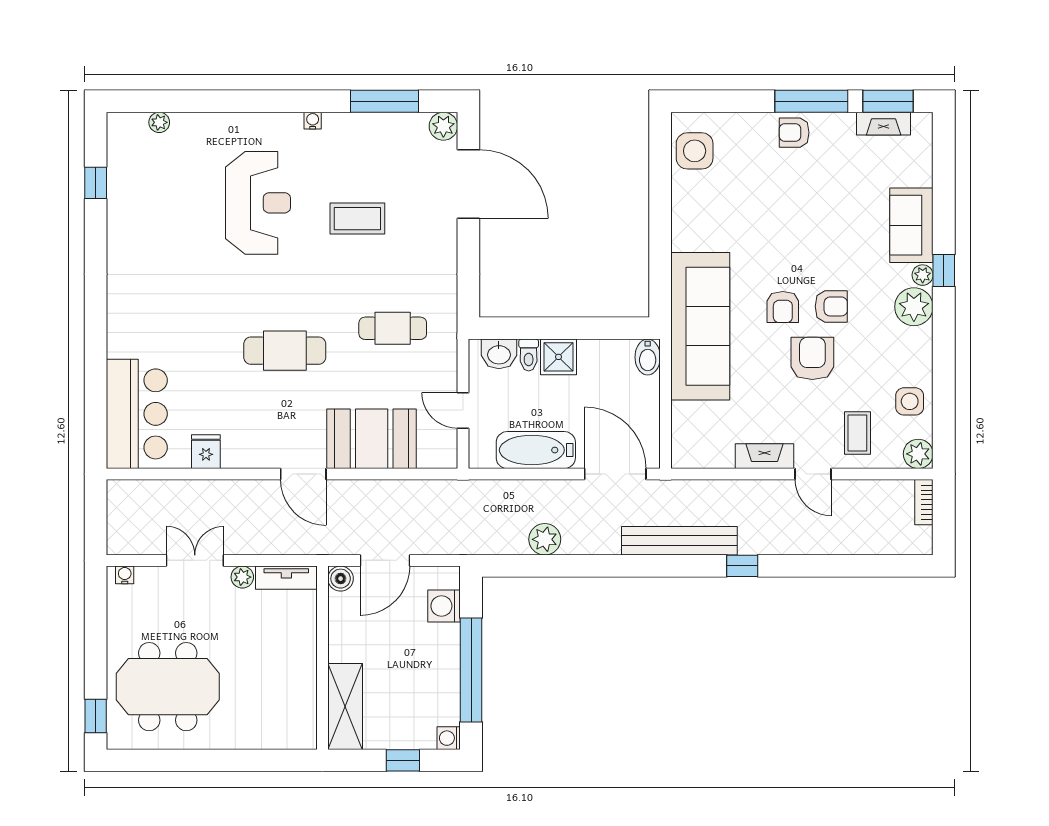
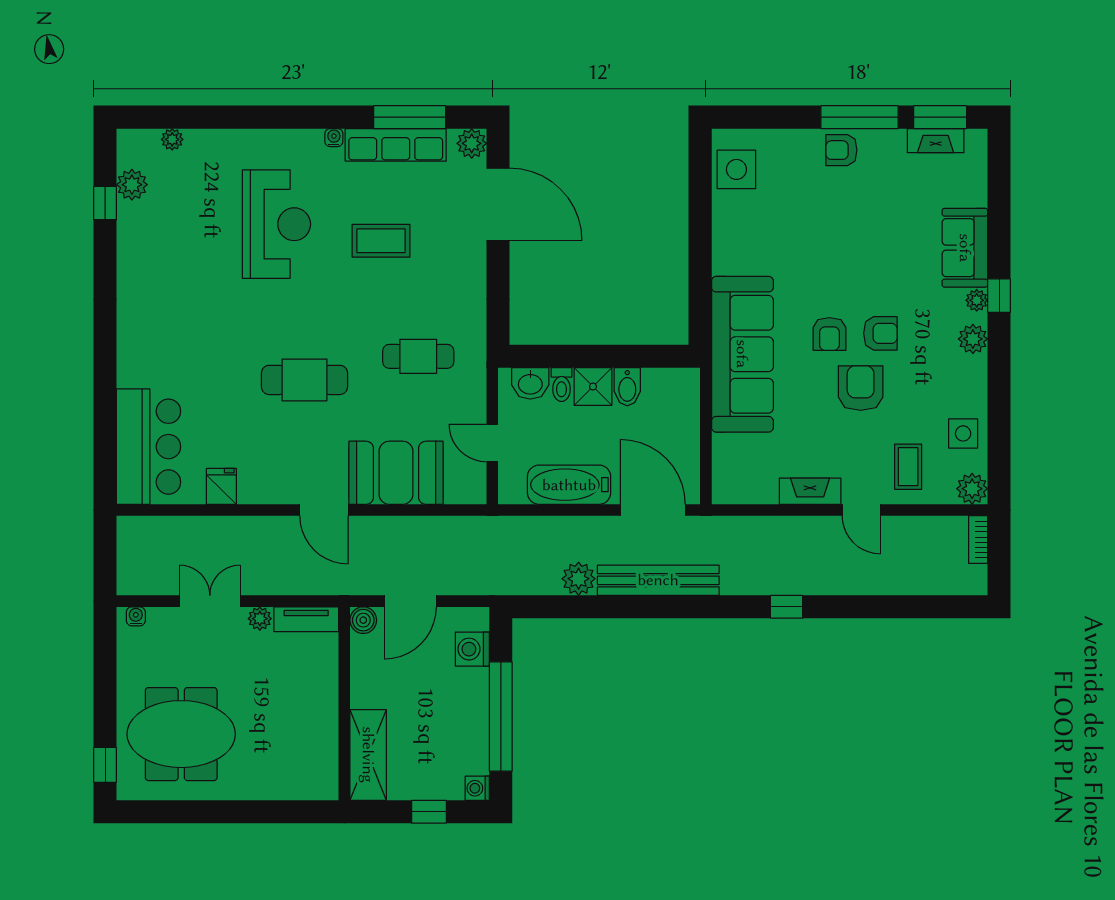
row of seats: (371, 128) -> (396, 145), added
plant: (121, 165) -> (132, 185), added
plant: (914, 307) -> (973, 339), width x0.73, depth x0.73
bidet: (648, 357) -> (627, 387), moved
bench: (679, 541) -> (658, 580), moved

